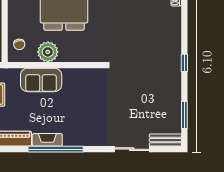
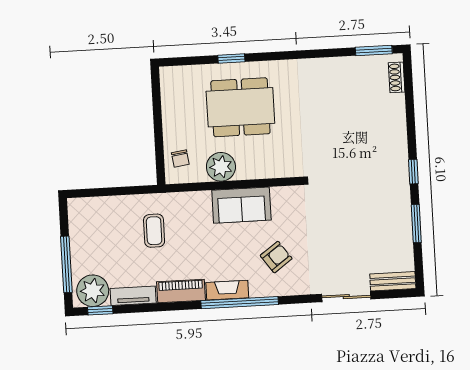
sofa: (41, 80) -> (241, 205), moved
window: (184, 115) -> (416, 224), moved
armchair: (83, 118) -> (276, 257), added

